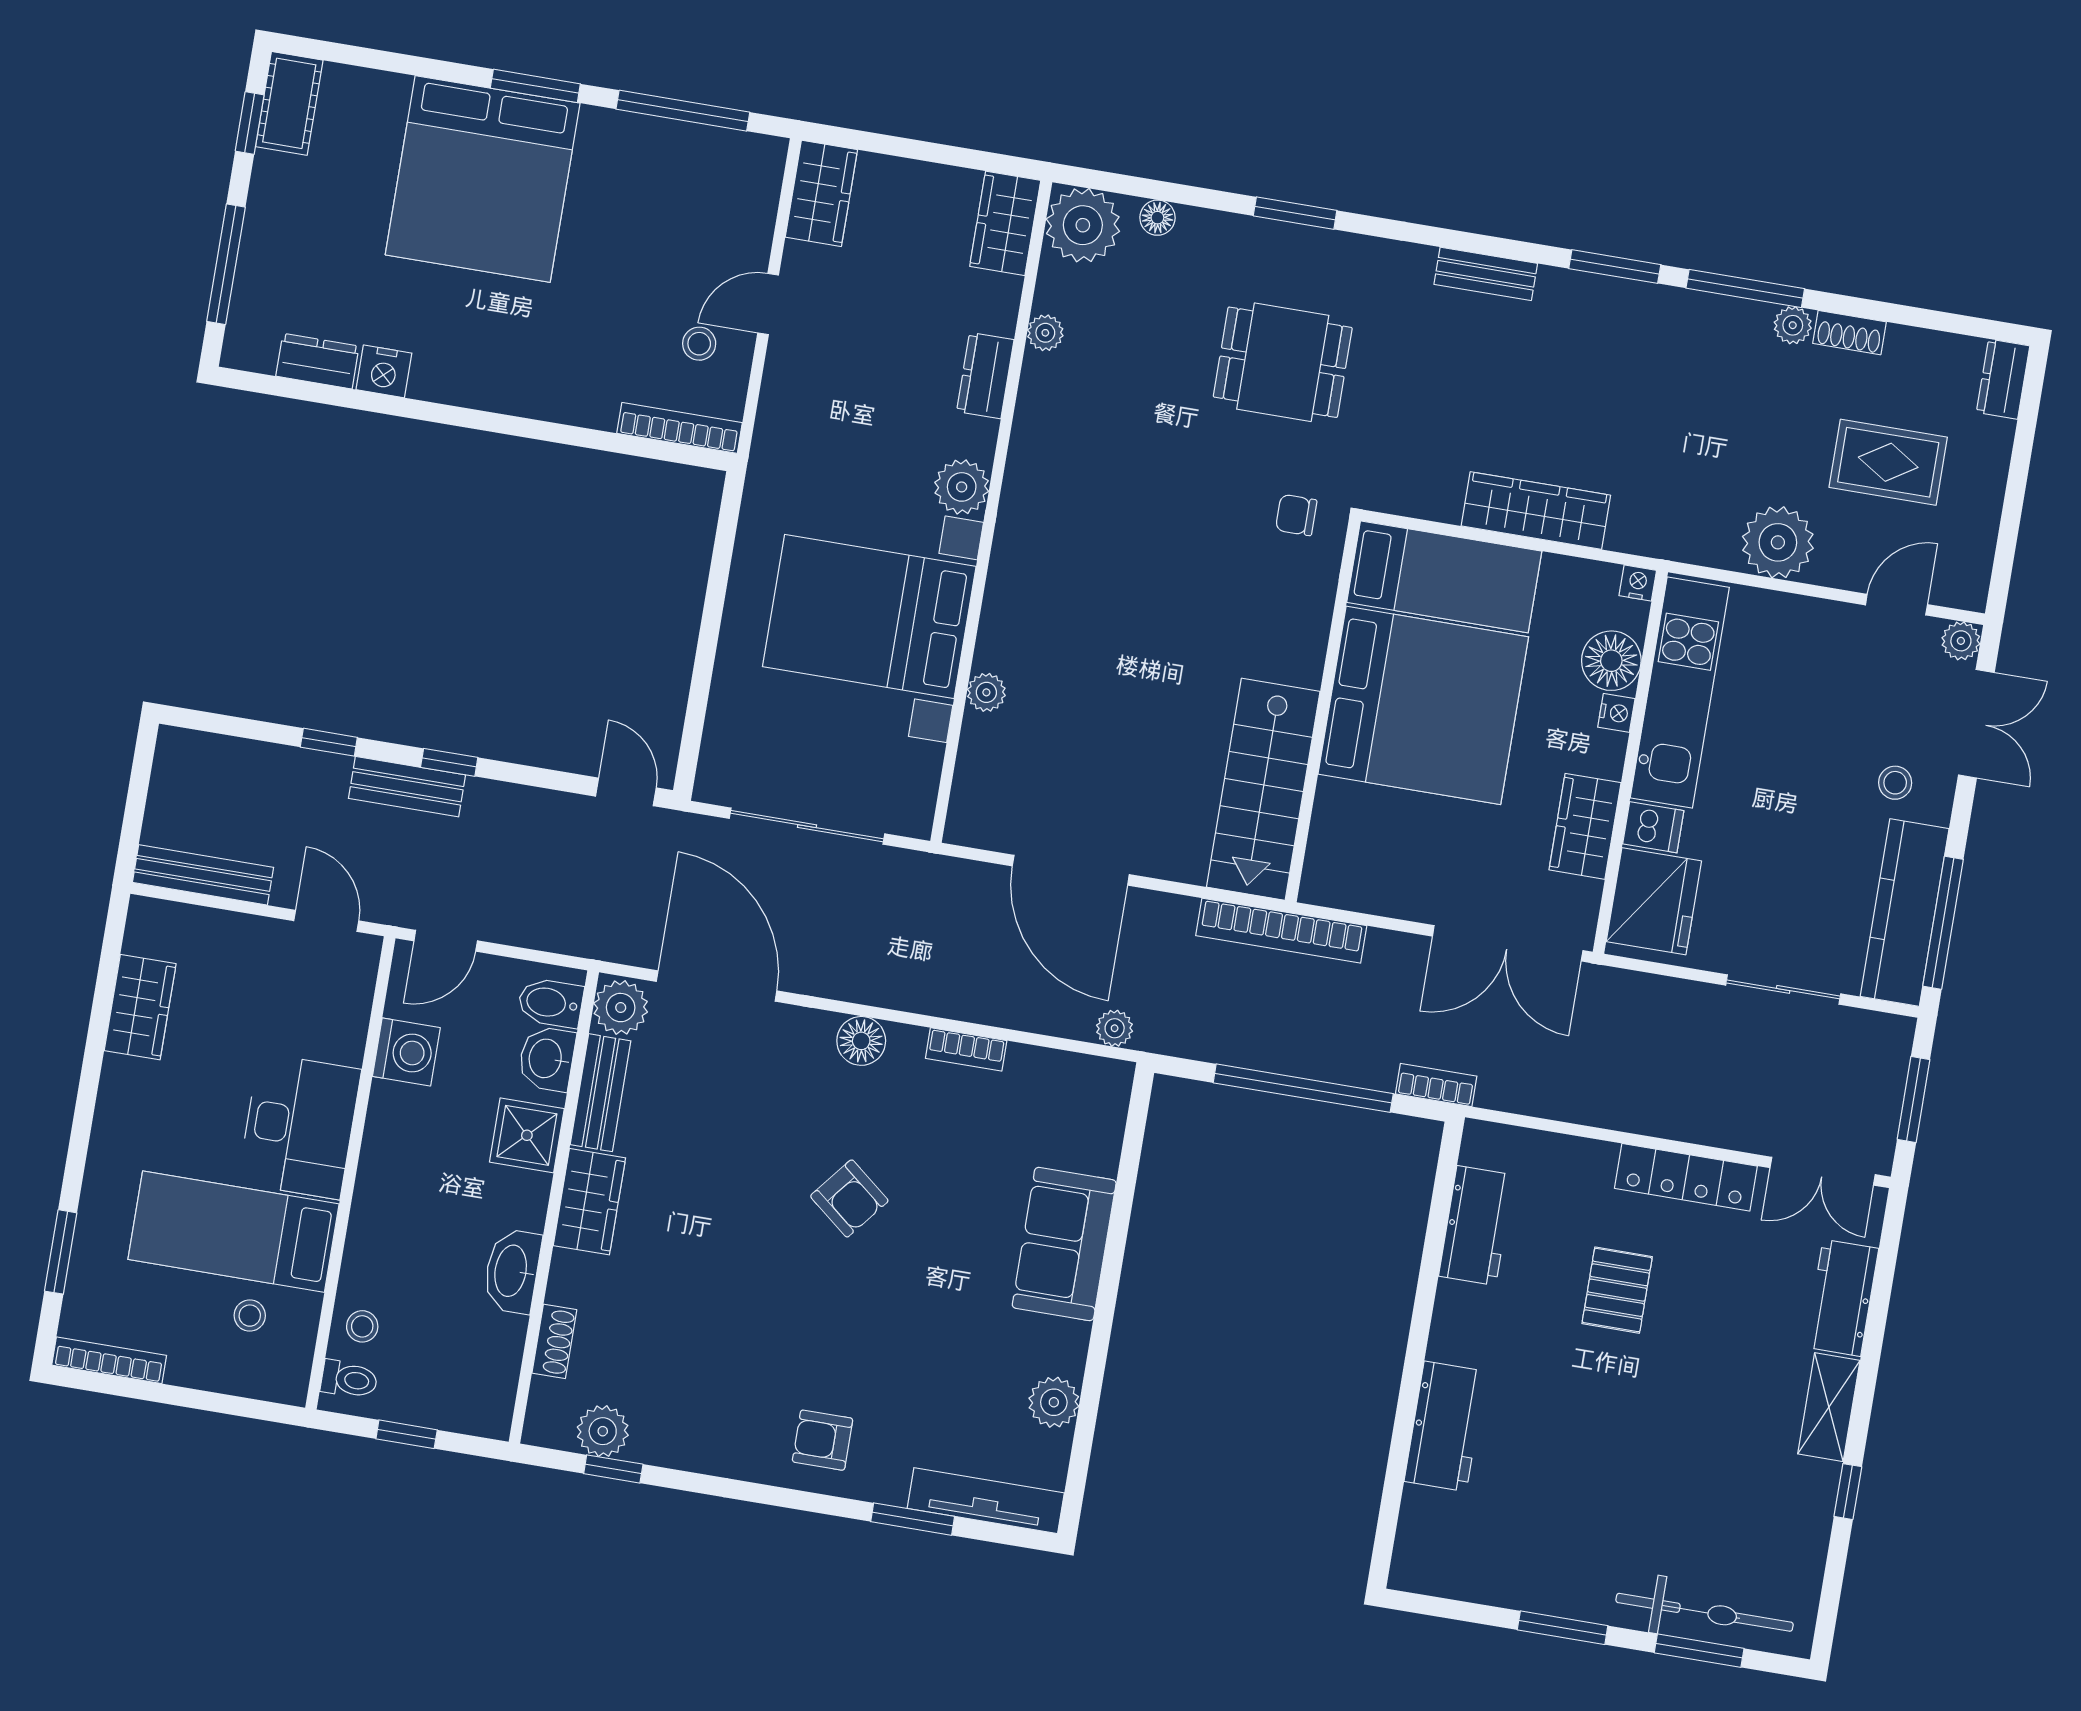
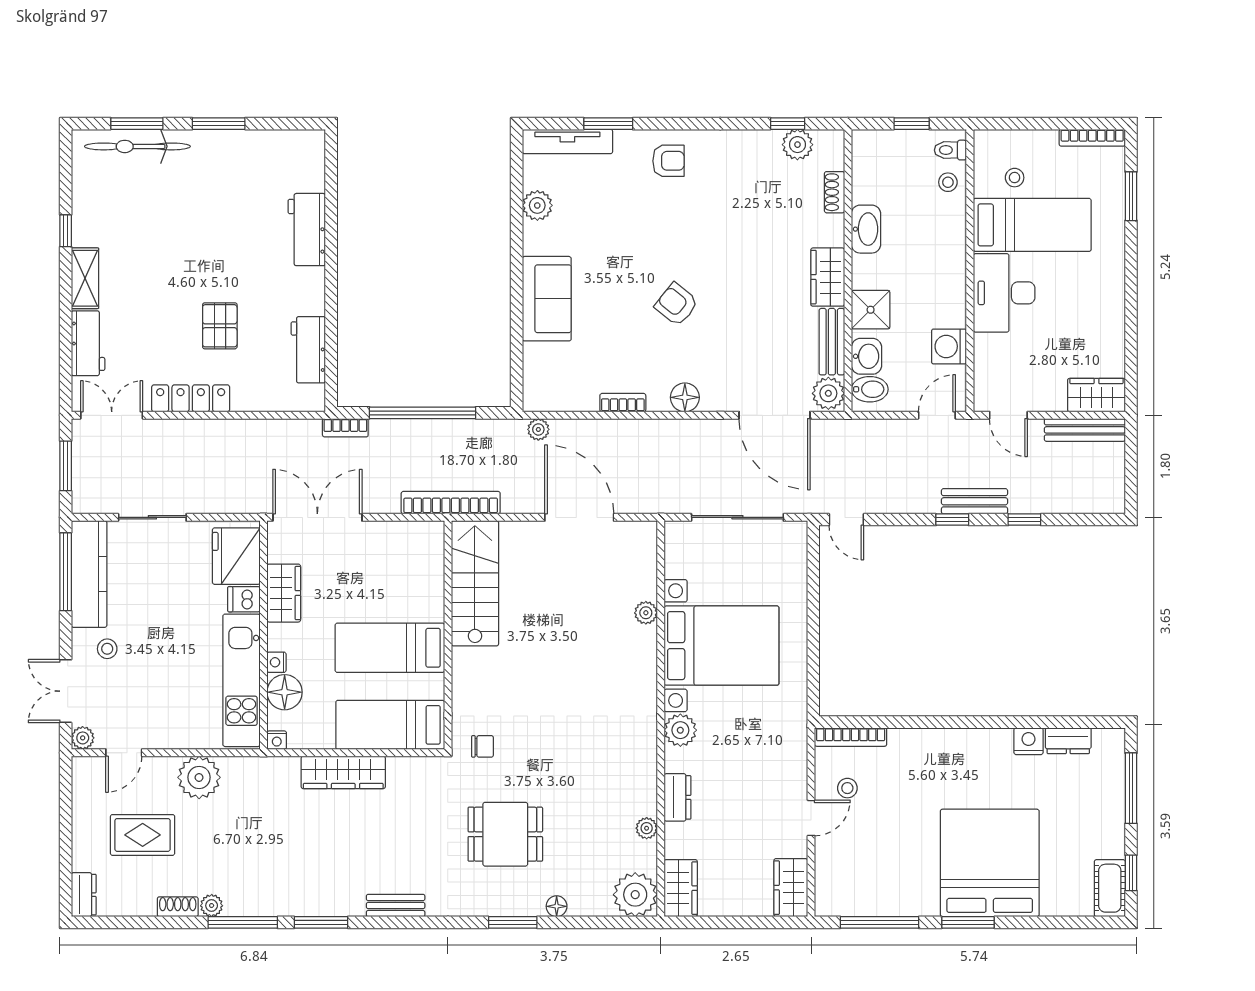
floor lamp: (1157, 218) -> (557, 906), moved
bed: (1423, 705) -> (390, 648), width x0.49
wardrobe: (140, 1007) -> (1096, 395), moved, turned 90

